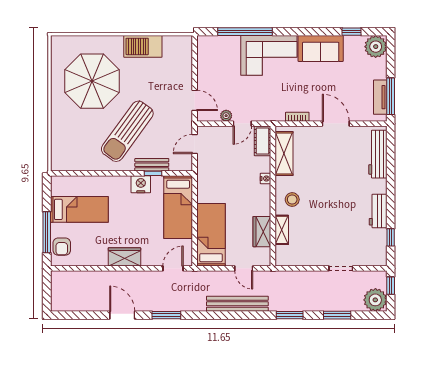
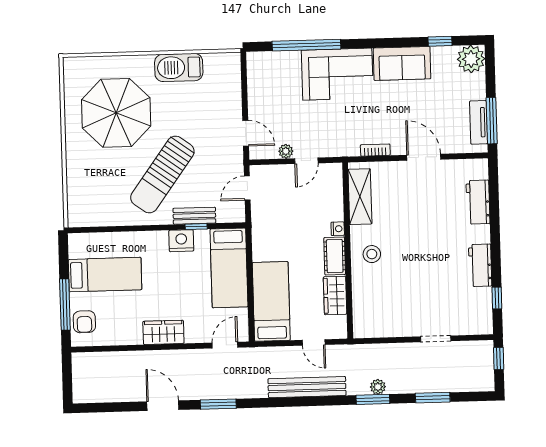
cot: (263, 141) -> (335, 256), moved
workbench: (378, 154) -> (478, 202), width x0.73
shelving: (282, 230) -> (360, 293), removed
plant: (375, 300) -> (378, 387), moved, width x0.53, depth x0.53

